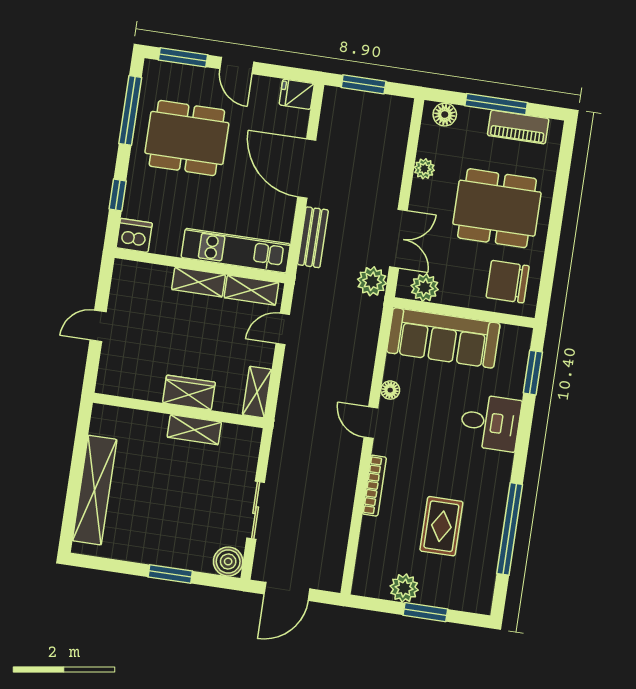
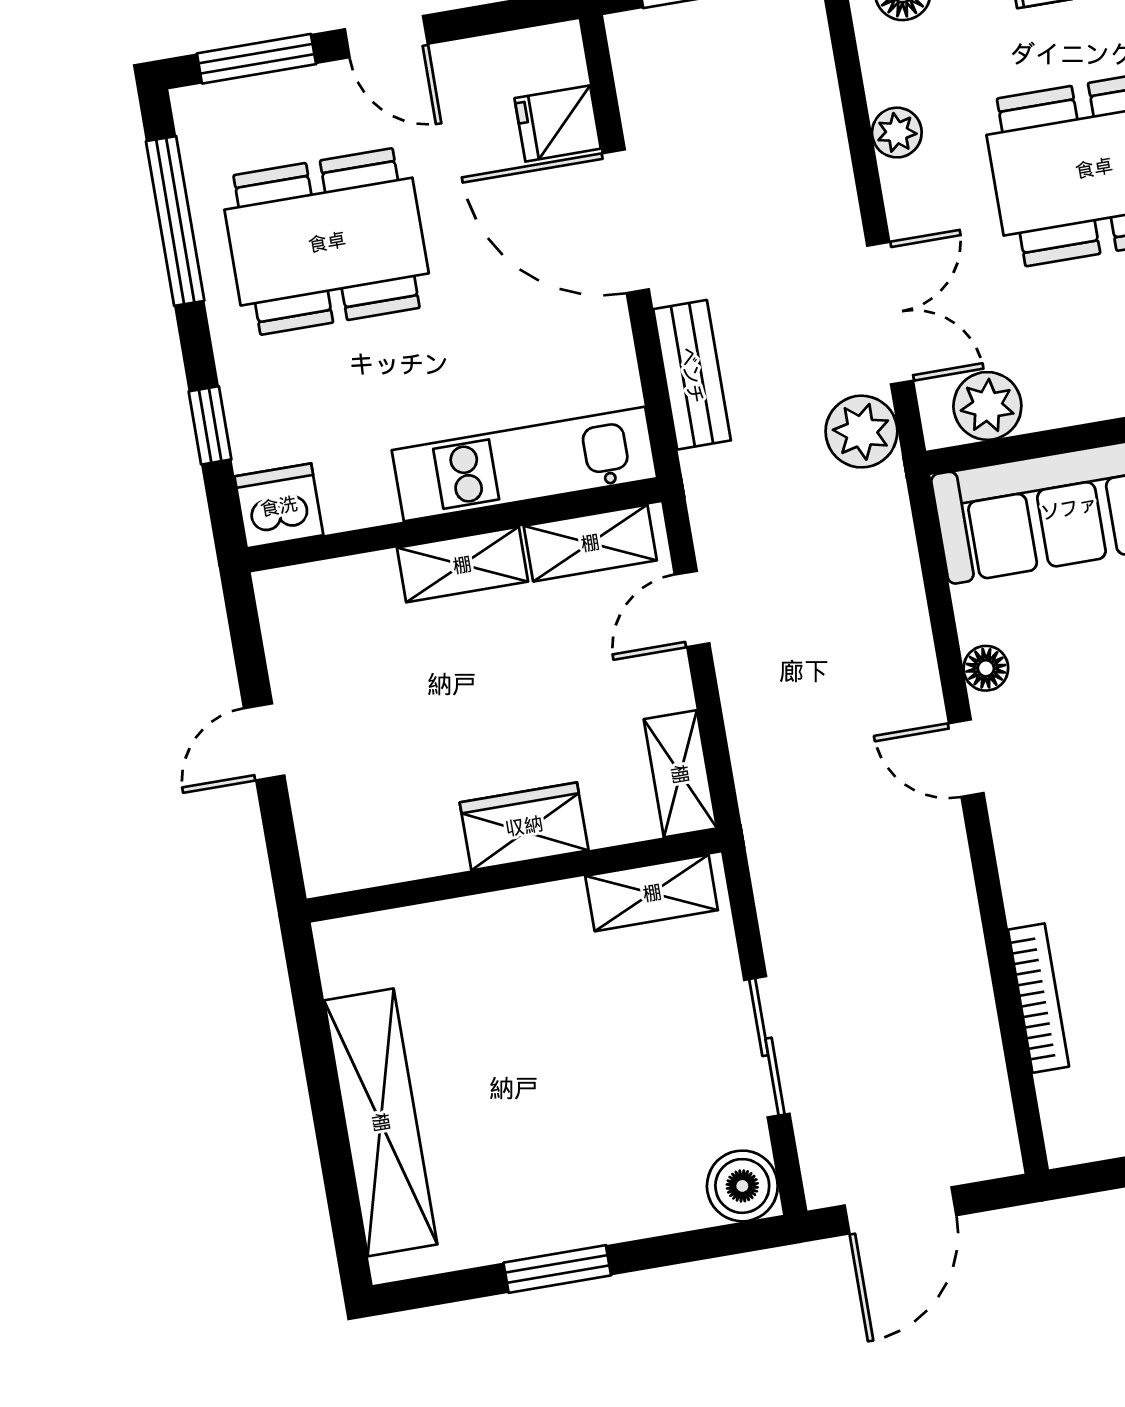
fridge: (297, 94) -> (558, 123), moved
shelving: (194, 430) -> (652, 893), moved
bookcase: (374, 486) -> (1038, 998), moved
window: (170, 574) -> (557, 1269), moved

